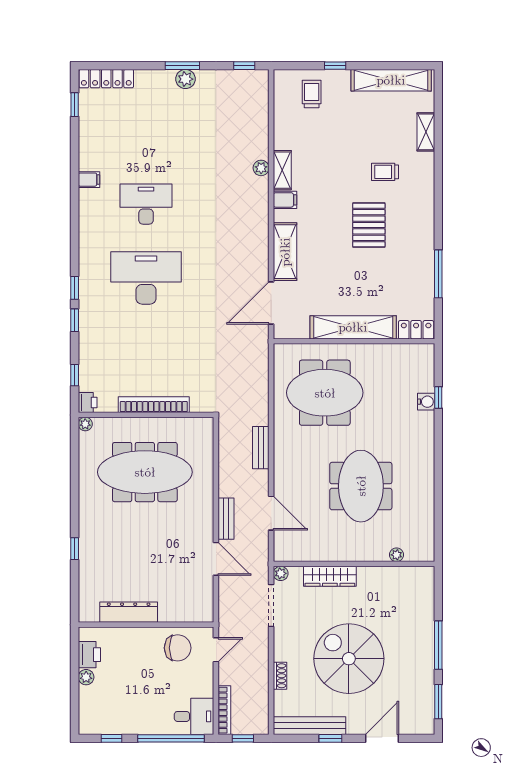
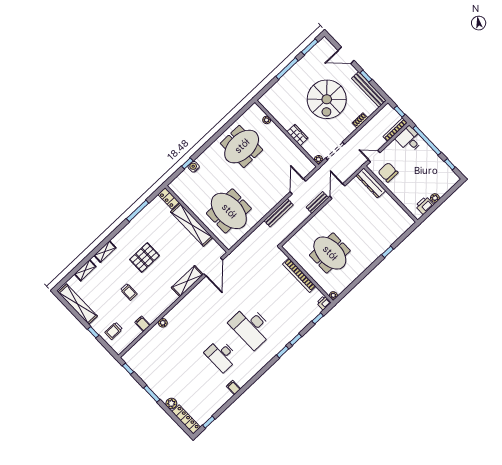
plant: (185, 79) -> (171, 403), moved
shelving: (282, 170) -> (105, 252), moved
trolley: (385, 172) -> (129, 292), moved
filing cabinet: (285, 200) -> (143, 324), moved
door: (271, 303) -> (213, 267), hinge flipped
bench: (261, 448) -> (279, 213), width x1.36
meeting table: (145, 472) -> (330, 253), width x0.73
meeting table: (361, 486) -> (242, 146), moved
wardrobe: (330, 576) -> (297, 135), width x0.67
dresser: (129, 612) -> (371, 183), moved

